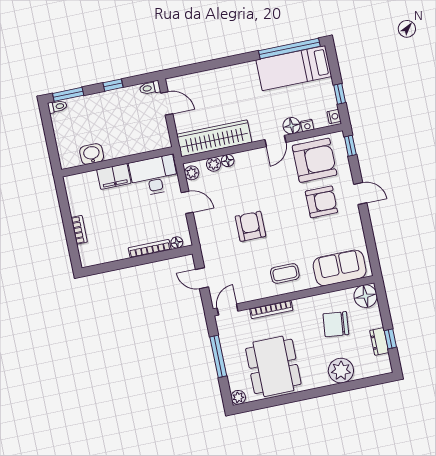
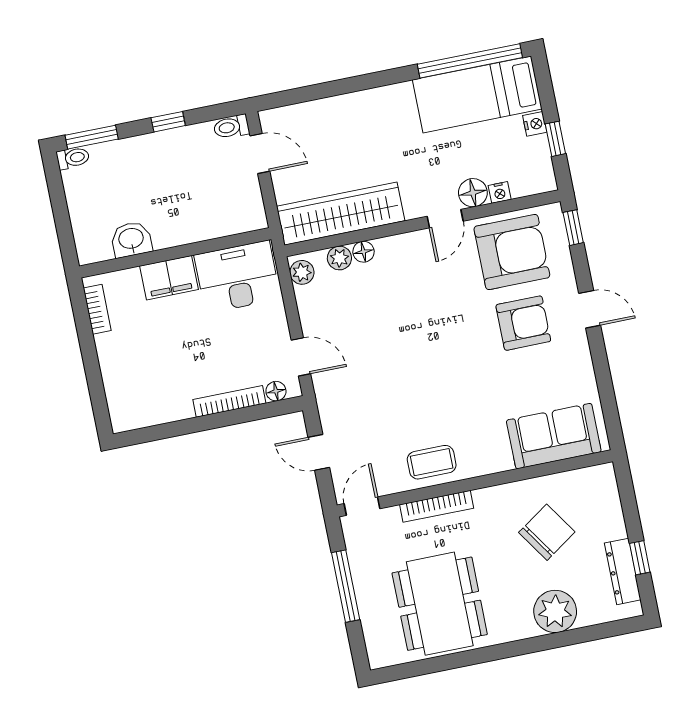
nightstand: (334, 116) -> (535, 124), moved
door: (187, 202) -> (301, 357), moved
armchair: (250, 226) -> (402, 364), removed
bookcase: (79, 230) -> (97, 309), moved
coffee table: (285, 273) -> (432, 462), moved
floor lamp: (365, 296) -> (598, 484), removed
chair: (336, 324) -> (547, 532), turned 140
dresser: (379, 341) -> (623, 571), width x1.44
plant: (238, 397) -> (379, 656), removed

